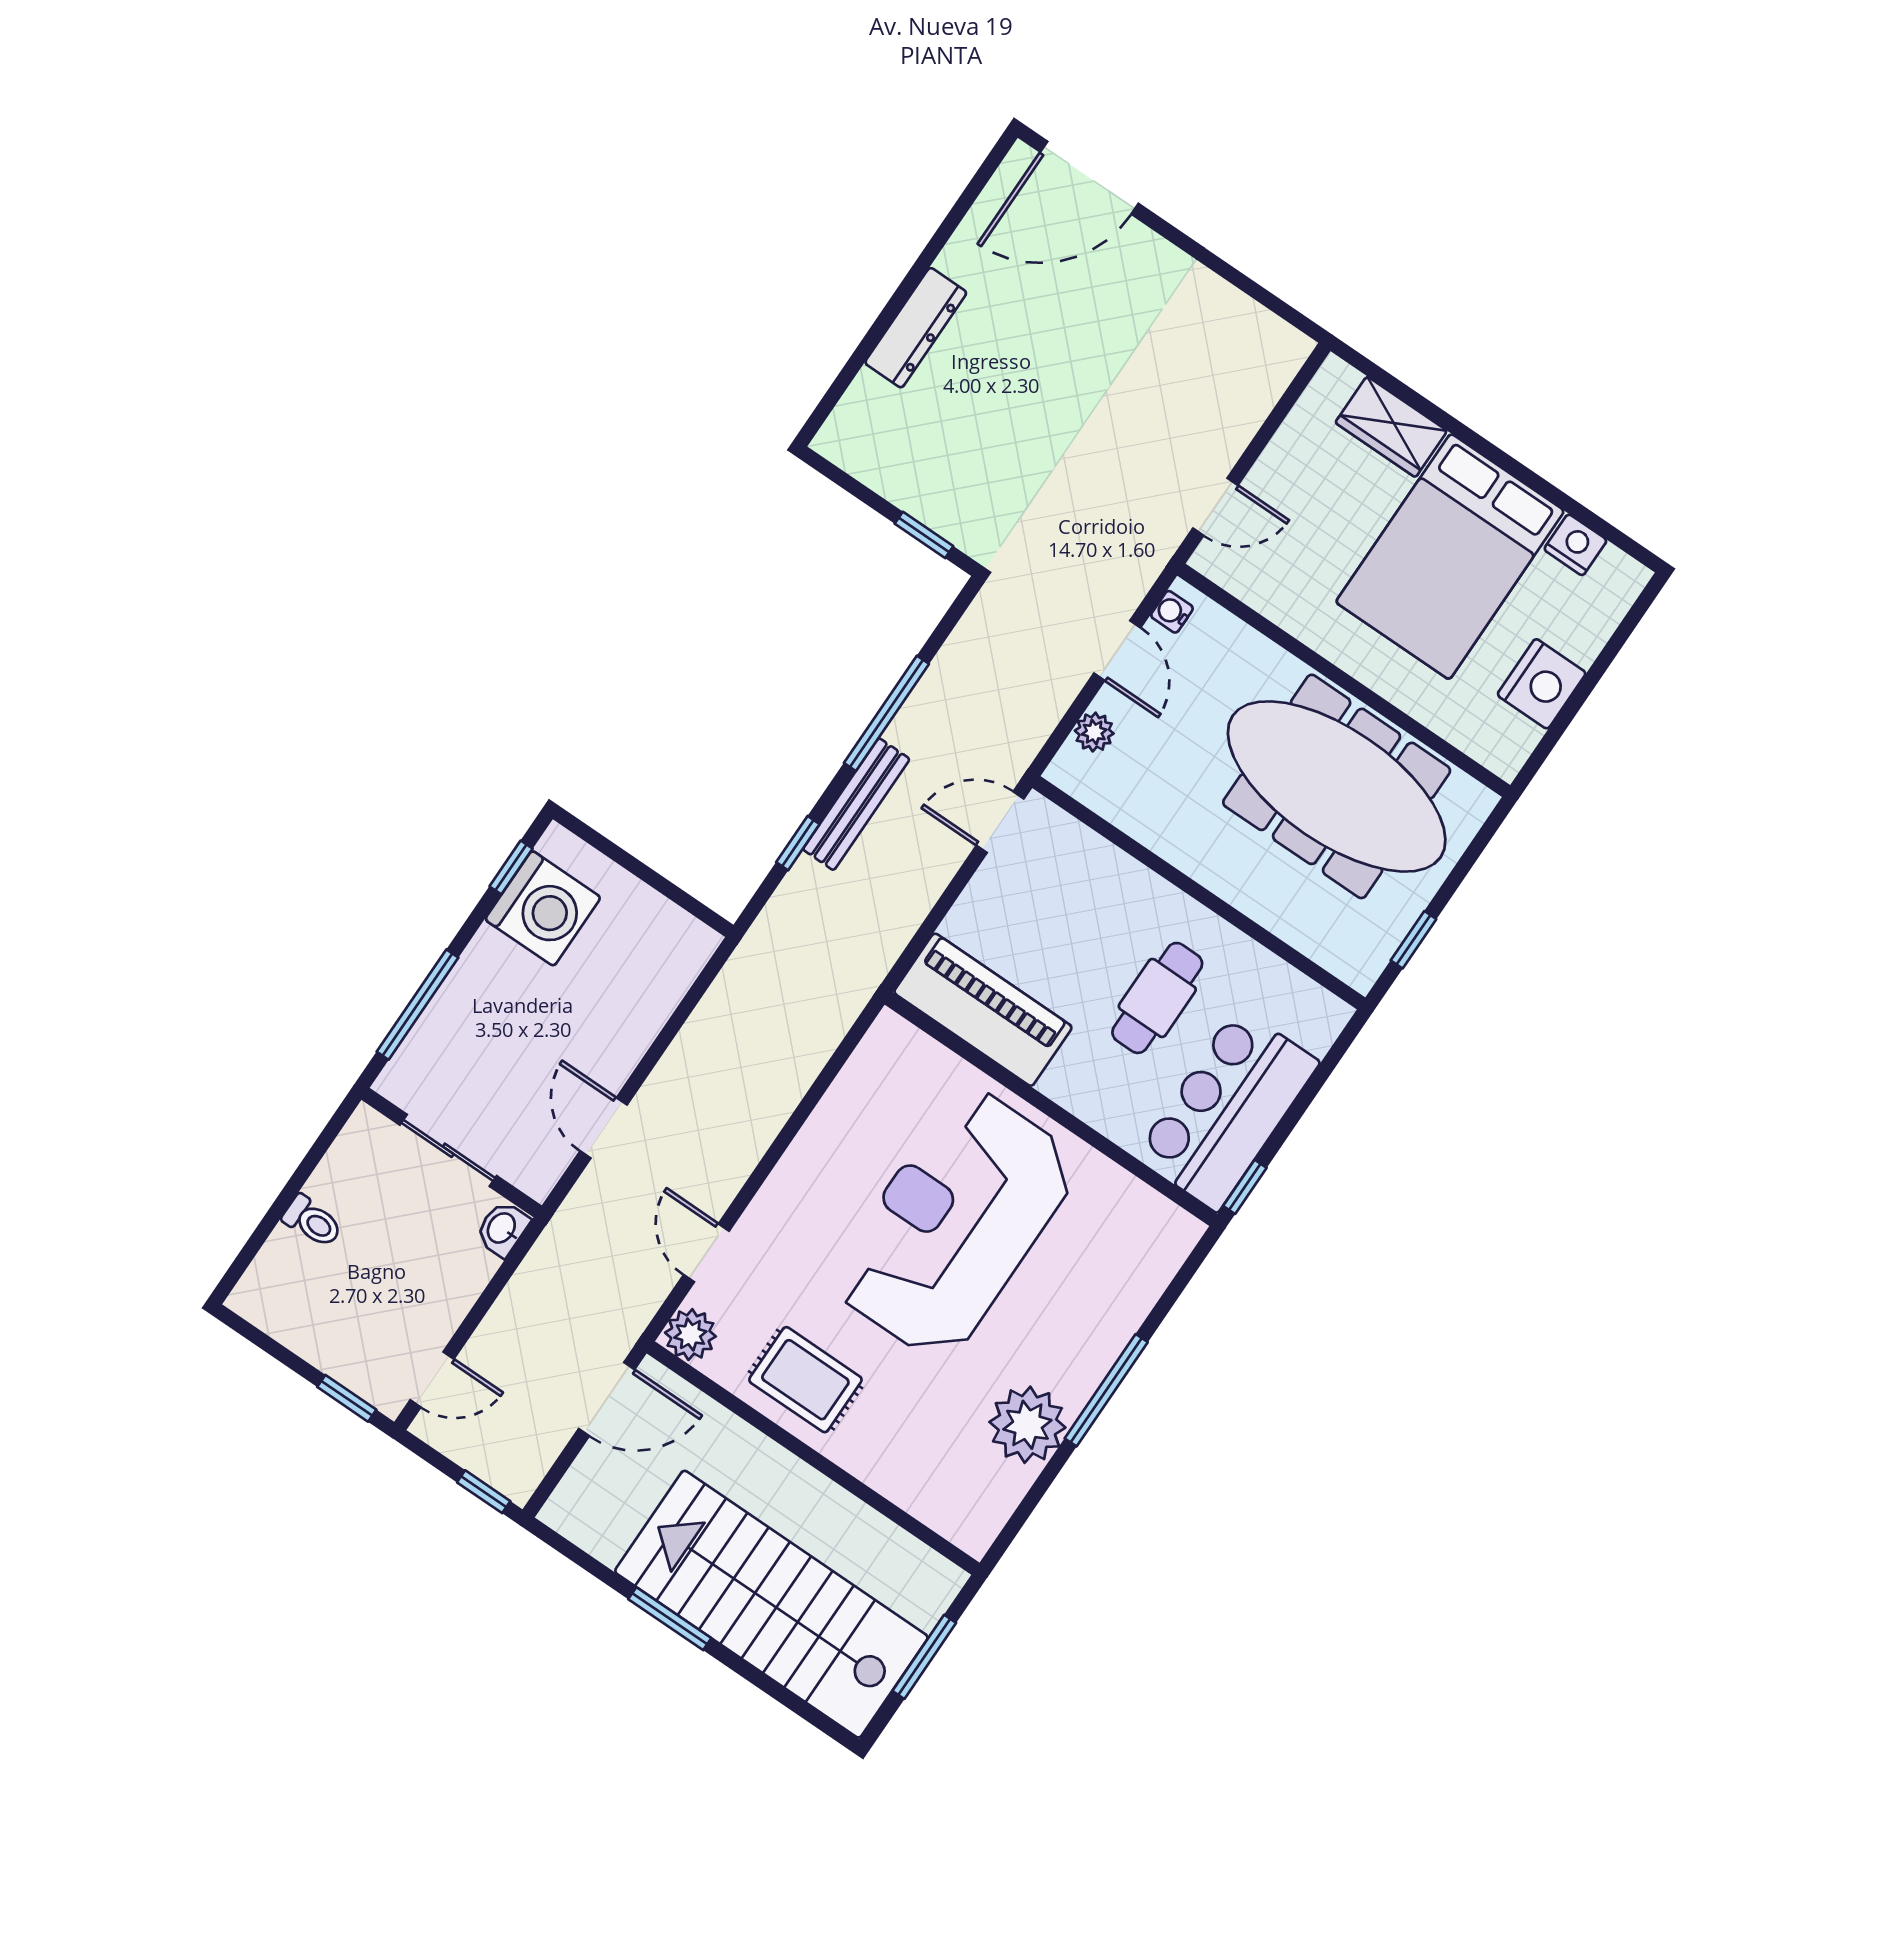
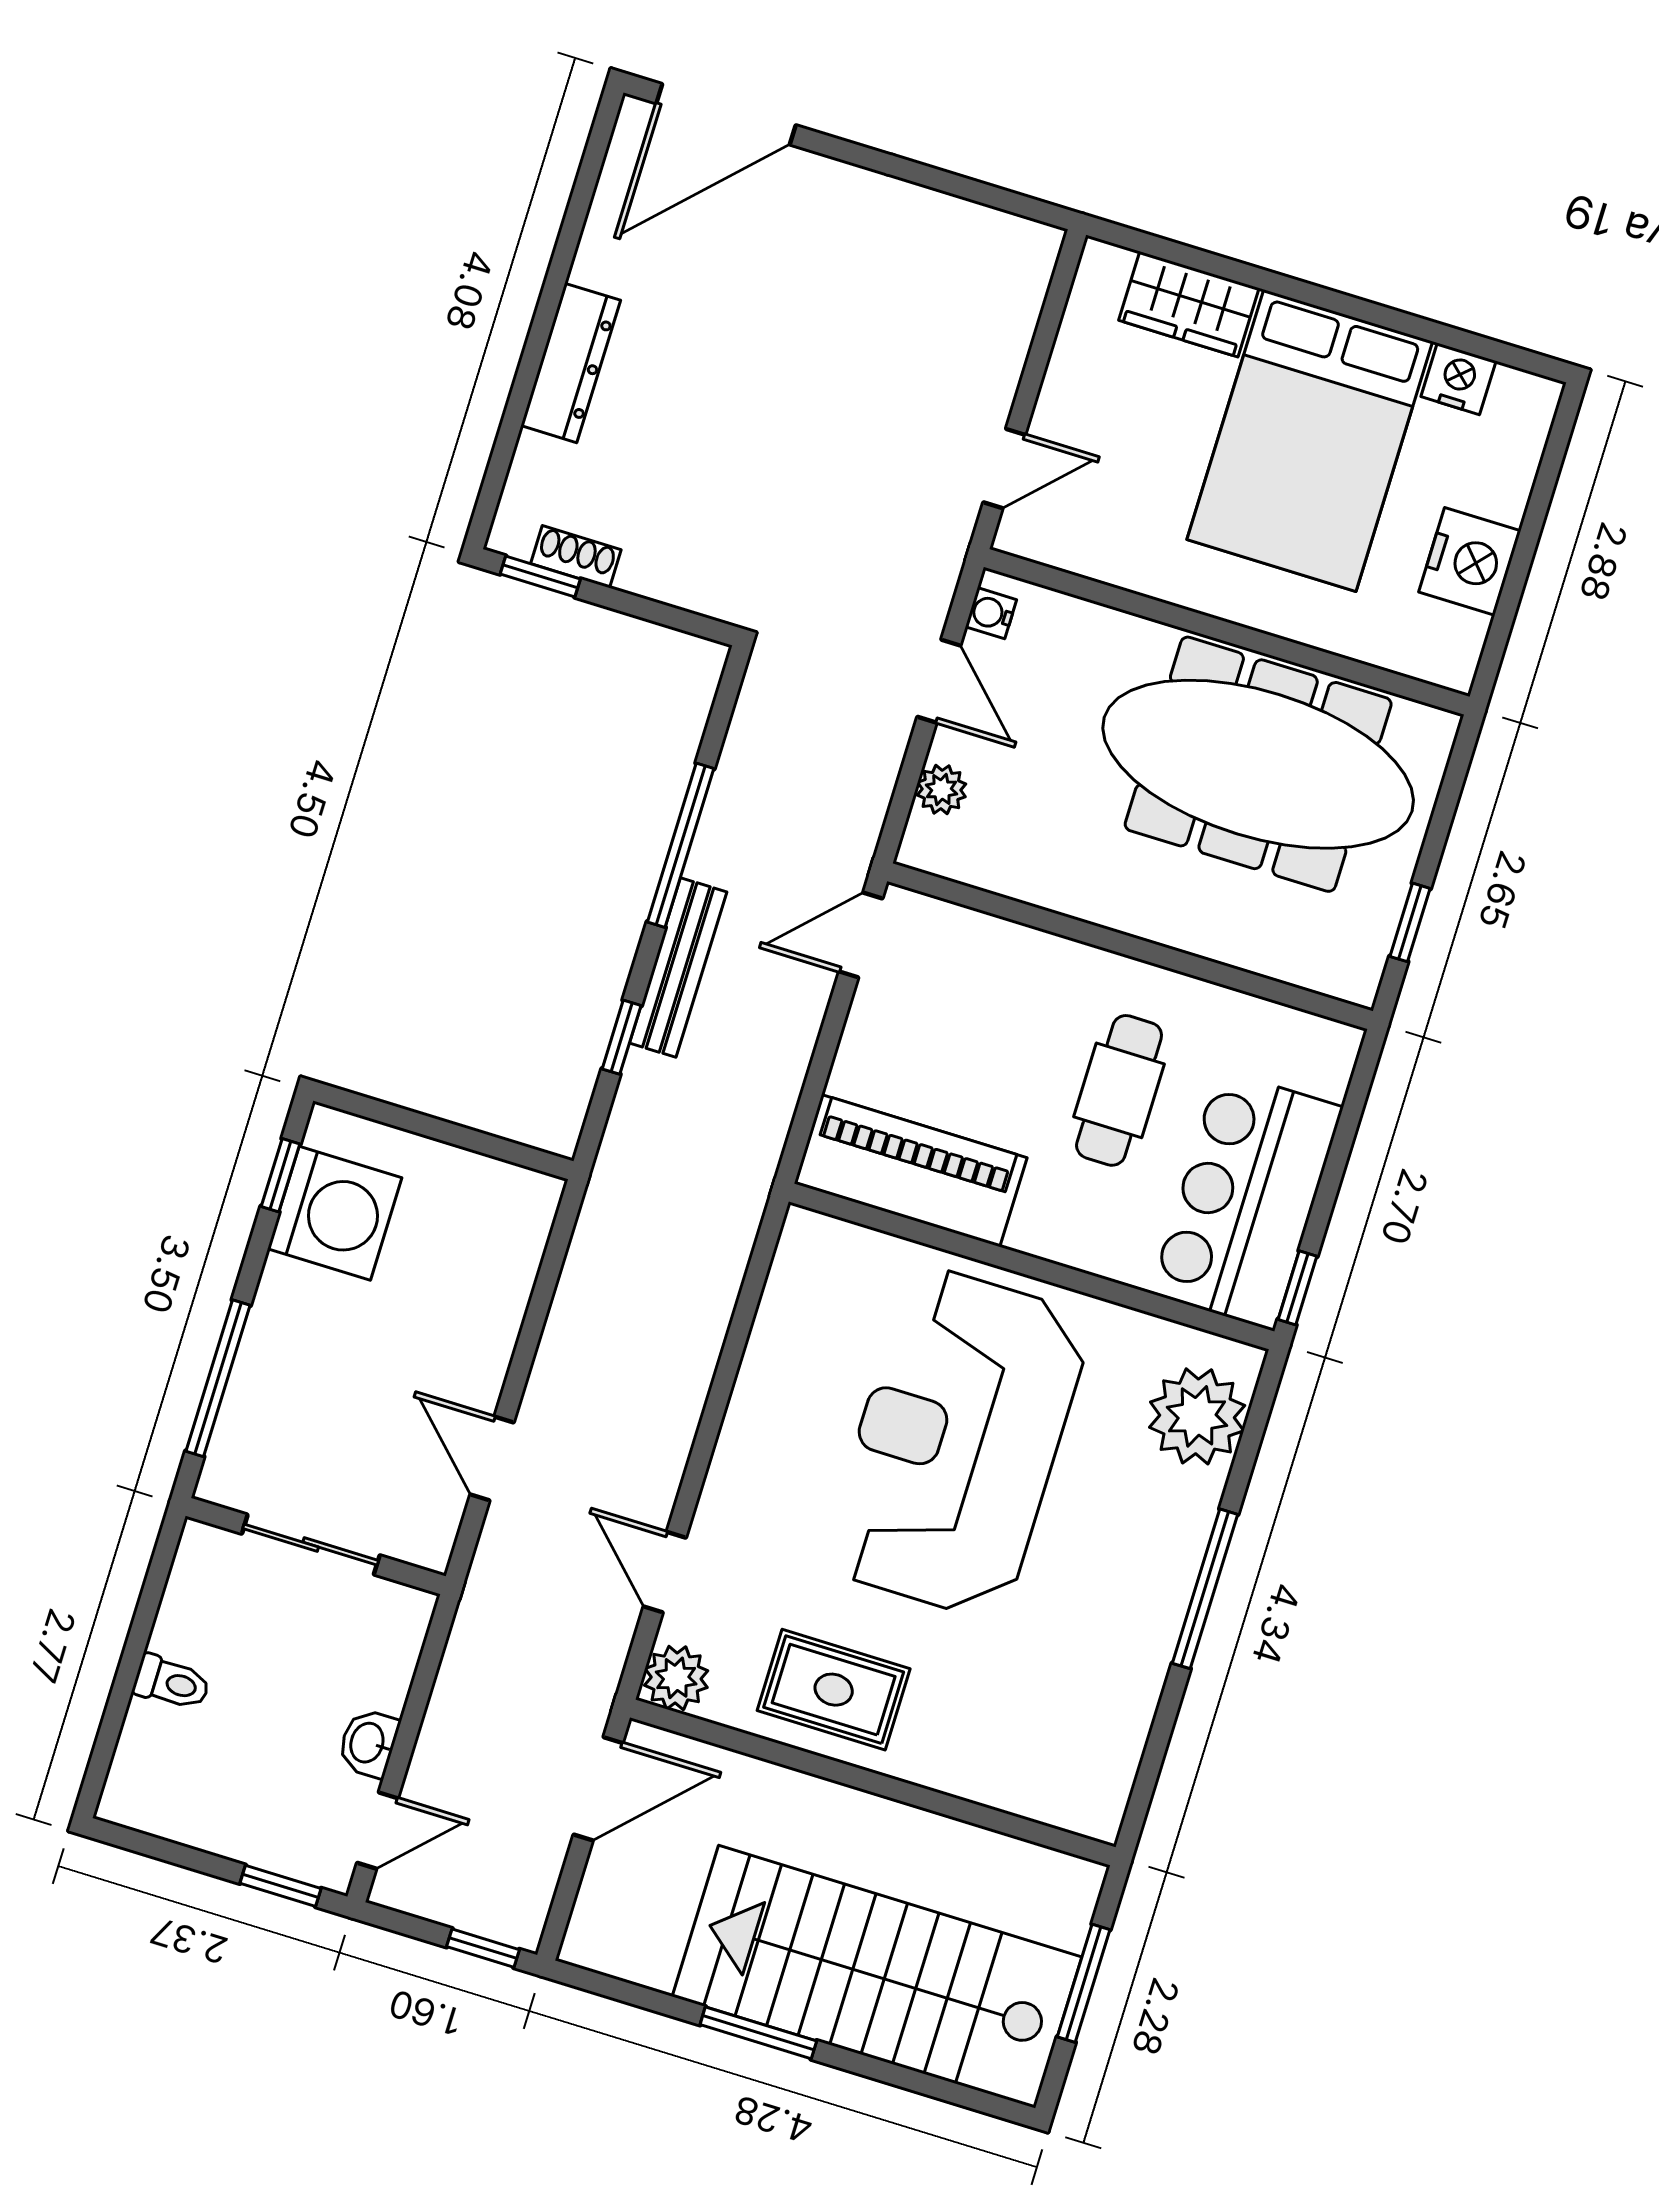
shoe rack: (875, 474) -> (576, 557), added
window: (924, 535) -> (540, 576), moved
washbasin: (502, 1229) -> (368, 1743), moved
plant: (1027, 1425) -> (1197, 1416), moved

